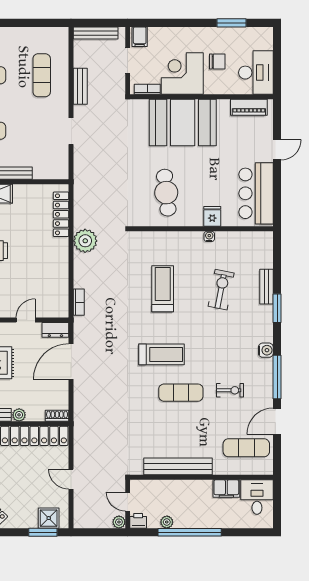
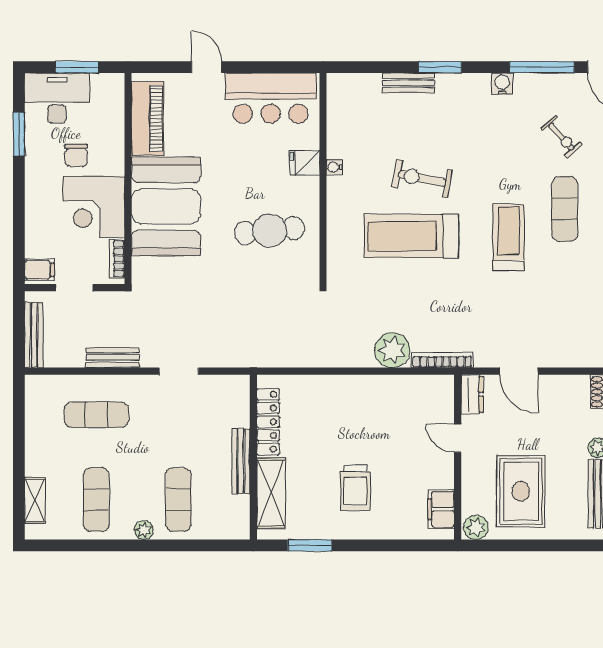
chair: (217, 62) -> (76, 155), turned 180
window: (277, 62) -> (77, 67), added
desk: (256, 73) -> (57, 98), moved
piano: (249, 107) -> (147, 118), width x1.37, depth x1.33
locker: (61, 214) -> (268, 422), moved, turned -90
plant: (85, 241) -> (392, 350), moved
treadmill: (163, 289) -> (411, 236), width x1.37, depth x1.38
exercise bike: (221, 290) -> (422, 178), moved
bookcase: (79, 302) -> (442, 360), width x1.56
door: (71, 362) -> (519, 371), width x0.73
exercise bike: (230, 390) -> (561, 137), turned 138

